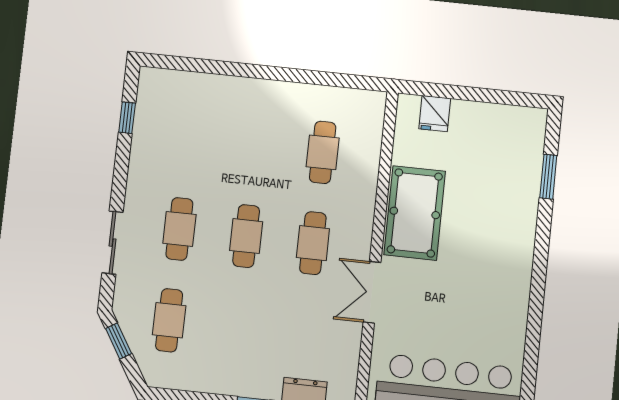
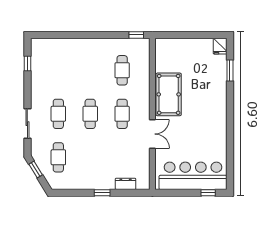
window: (360, 82) -> (136, 35), added
fridge: (435, 114) -> (220, 46), moved
double door: (372, 292) -> (152, 134), swing flipped

